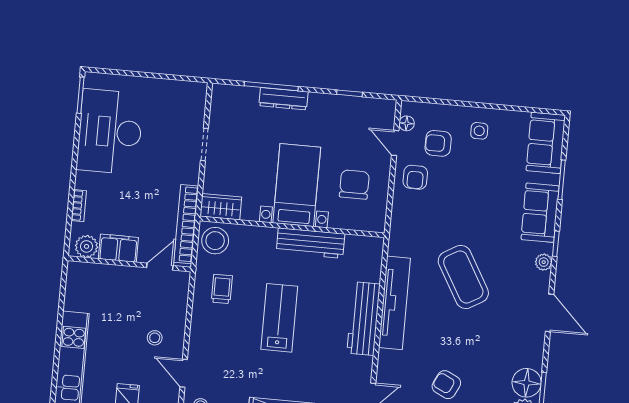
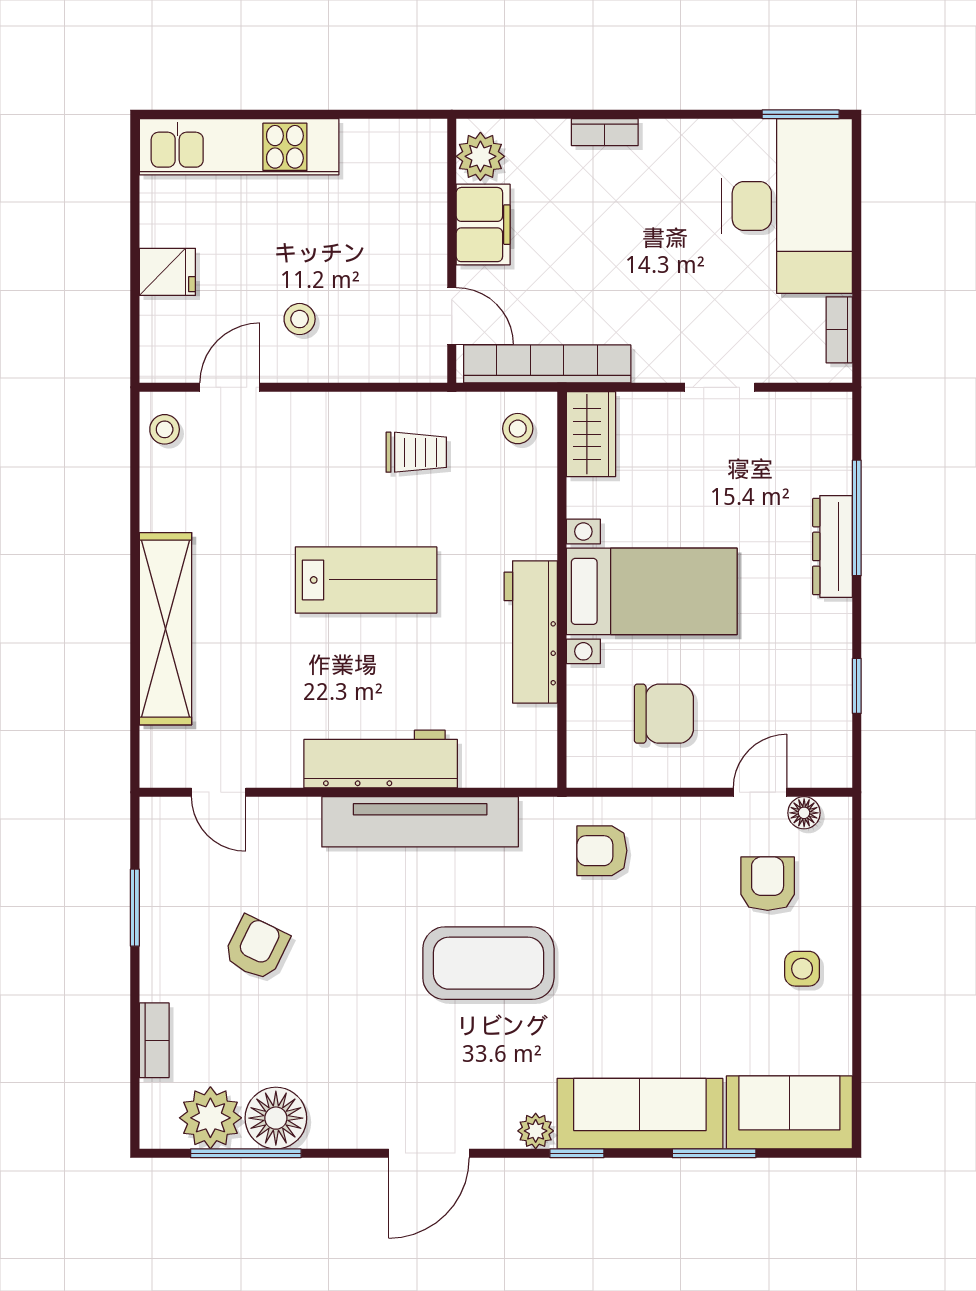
bookcase: (183, 86) -> (839, 330), added
desk: (110, 132) -> (787, 206), moved, turned 90
armchair: (415, 177) -> (602, 851), moved
bookcase: (79, 206) -> (605, 132), moved
sofa: (540, 213) -> (640, 1114), width x1.36
stool: (215, 241) -> (518, 429), width x0.53, depth x0.53
coffee table: (463, 277) -> (488, 963), turned 30

